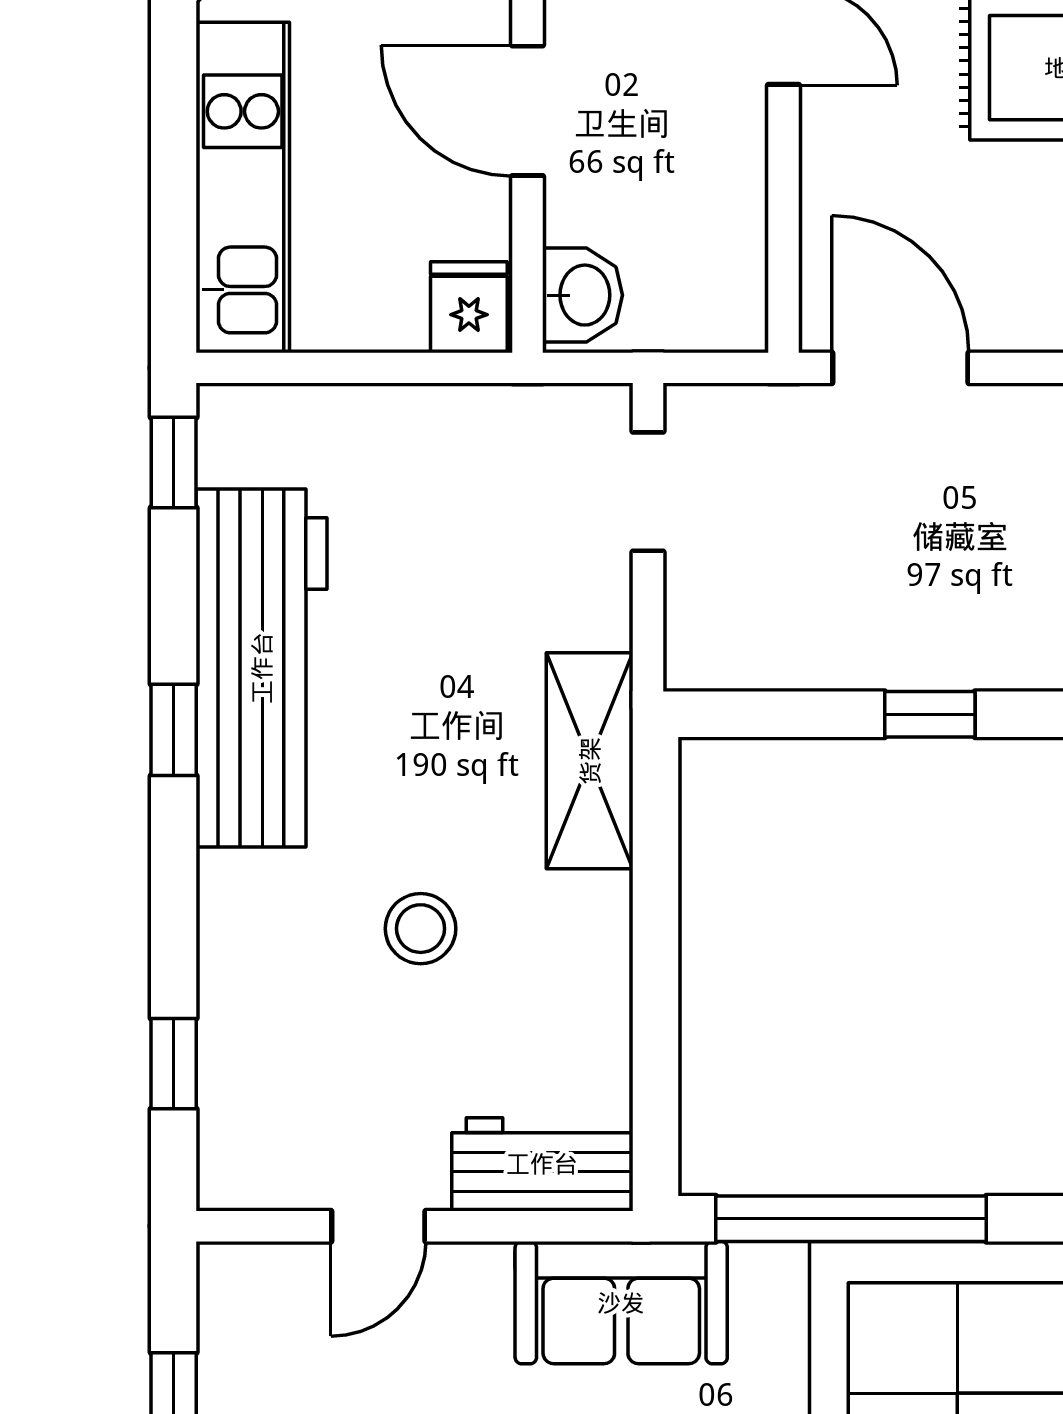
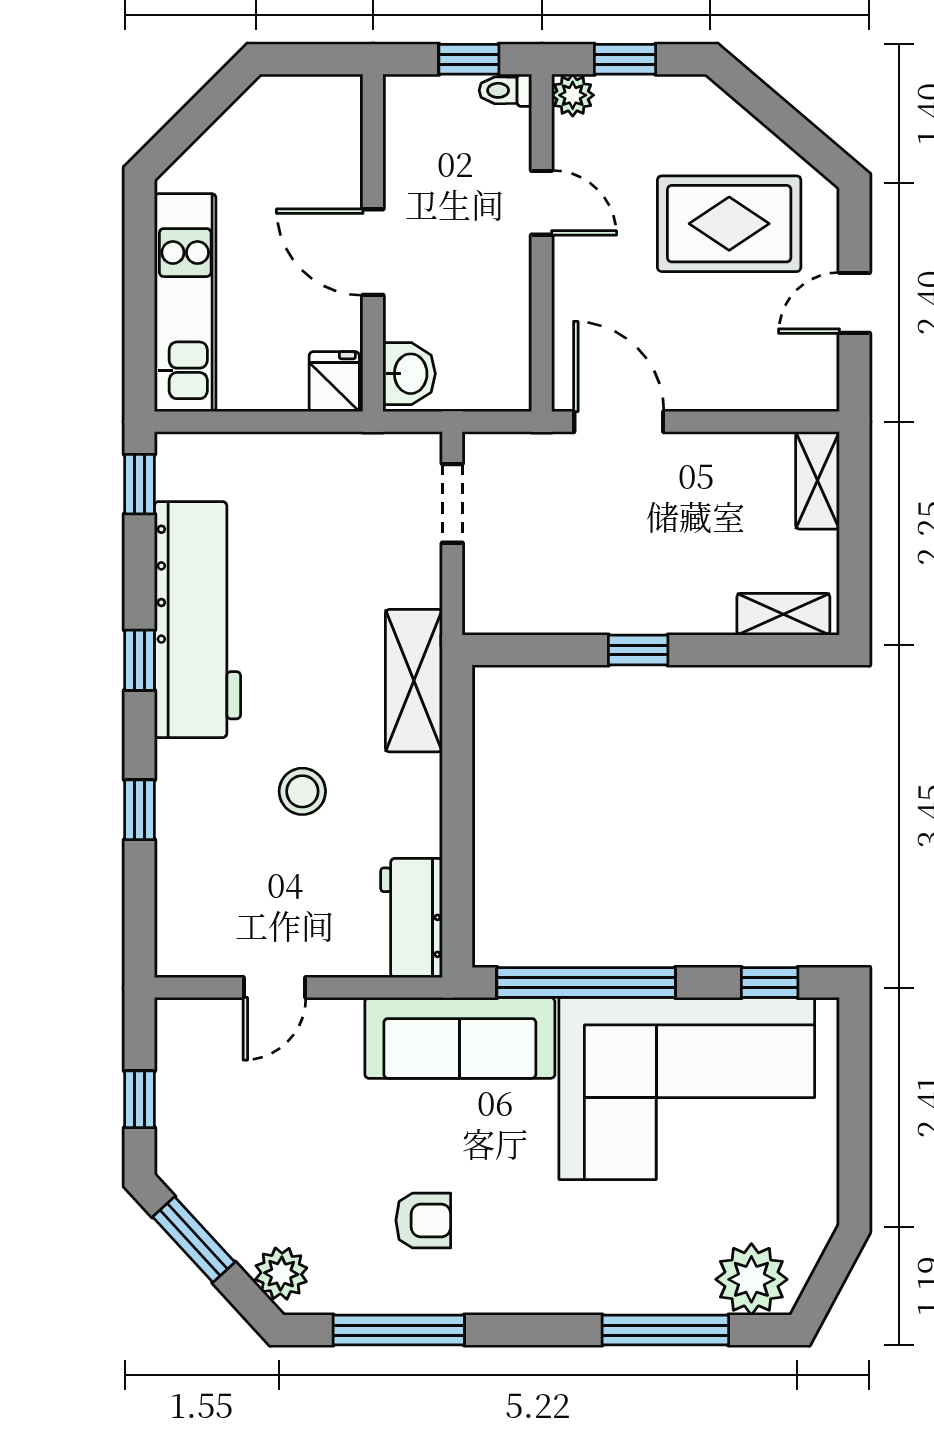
window: (174, 1064) -> (140, 810), moved
workbench: (542, 1164) -> (412, 918), moved, turned -90
sofa: (621, 1303) -> (460, 1038), width x1.36

